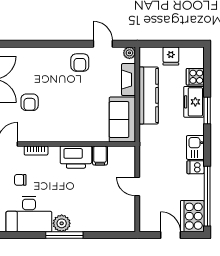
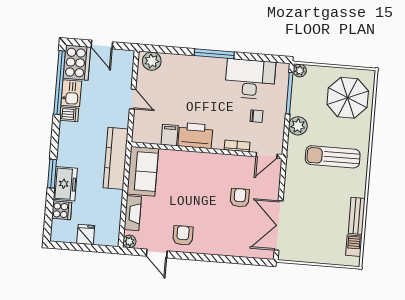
kitchen counter: (149, 95) -> (116, 158), moved
kitchen sink: (195, 147) -> (71, 93), moved
plant: (62, 223) -> (152, 61), moved

